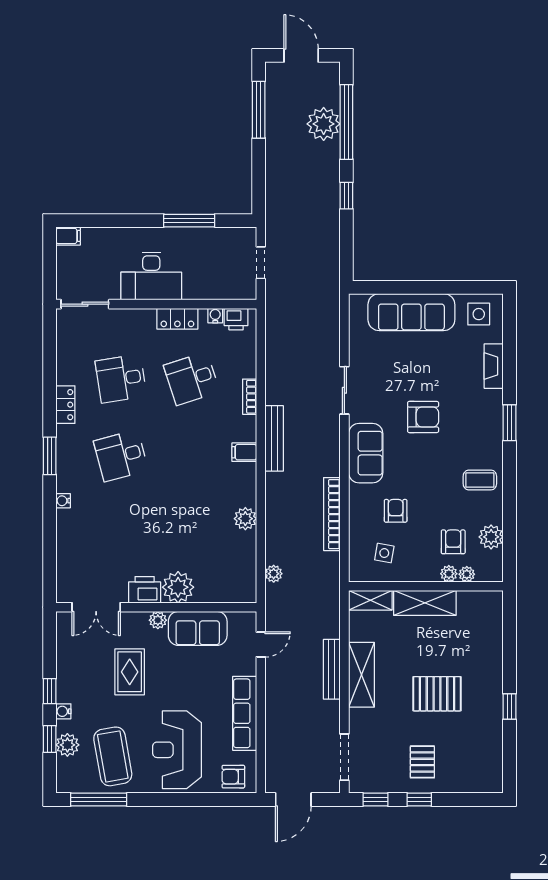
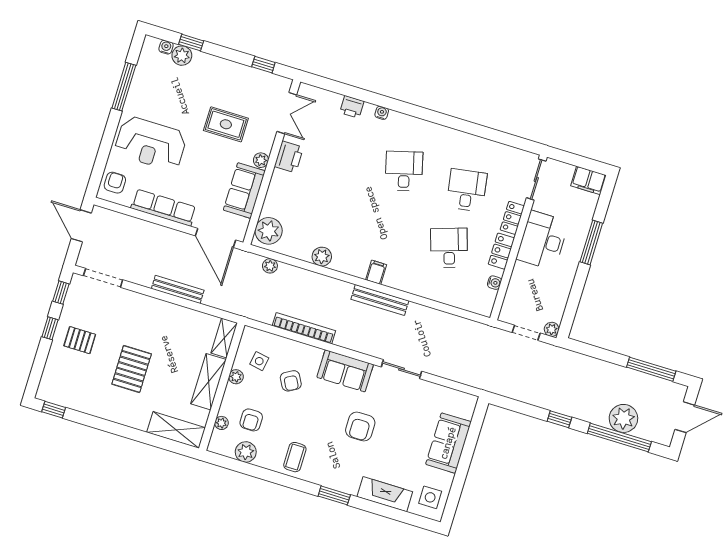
window: (189, 221) -> (591, 242), moved
plant: (248, 235) -> (552, 329), added
filing cabinet: (68, 236) -> (588, 180), width x2.00
sofa: (411, 312) -> (448, 443), width x0.73
printer: (236, 319) -> (352, 107), moved, turned -90
fireplace: (494, 366) -> (385, 494), width x1.37, depth x1.32
bookcase: (250, 397) -> (420, 290), removed
locker: (65, 405) -> (512, 218), moved, turned 90
window: (50, 456) -> (421, 113), removed
armchair: (396, 511) -> (291, 381), turned 61
armchair: (453, 542) -> (251, 420), turned 90
plant: (449, 574) -> (236, 377), moved
plant: (178, 587) -> (269, 231), moved
double door: (96, 607) -> (287, 113), swing flipped
door: (261, 644) -> (216, 238), width x1.87
shelving: (361, 675) -> (176, 430), moved
window: (50, 691) -> (263, 65), moved
window: (509, 707) -> (54, 410), moved
water cooler: (63, 711) -> (166, 47), moved
reception desk: (177, 750) -> (151, 143), turned 180
coffee table: (113, 756) -> (161, 90), removed
window: (99, 799) -> (124, 87), moved

